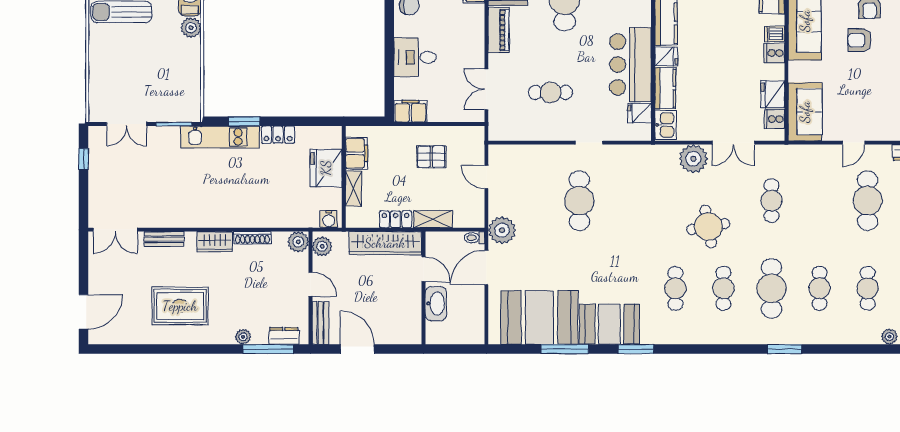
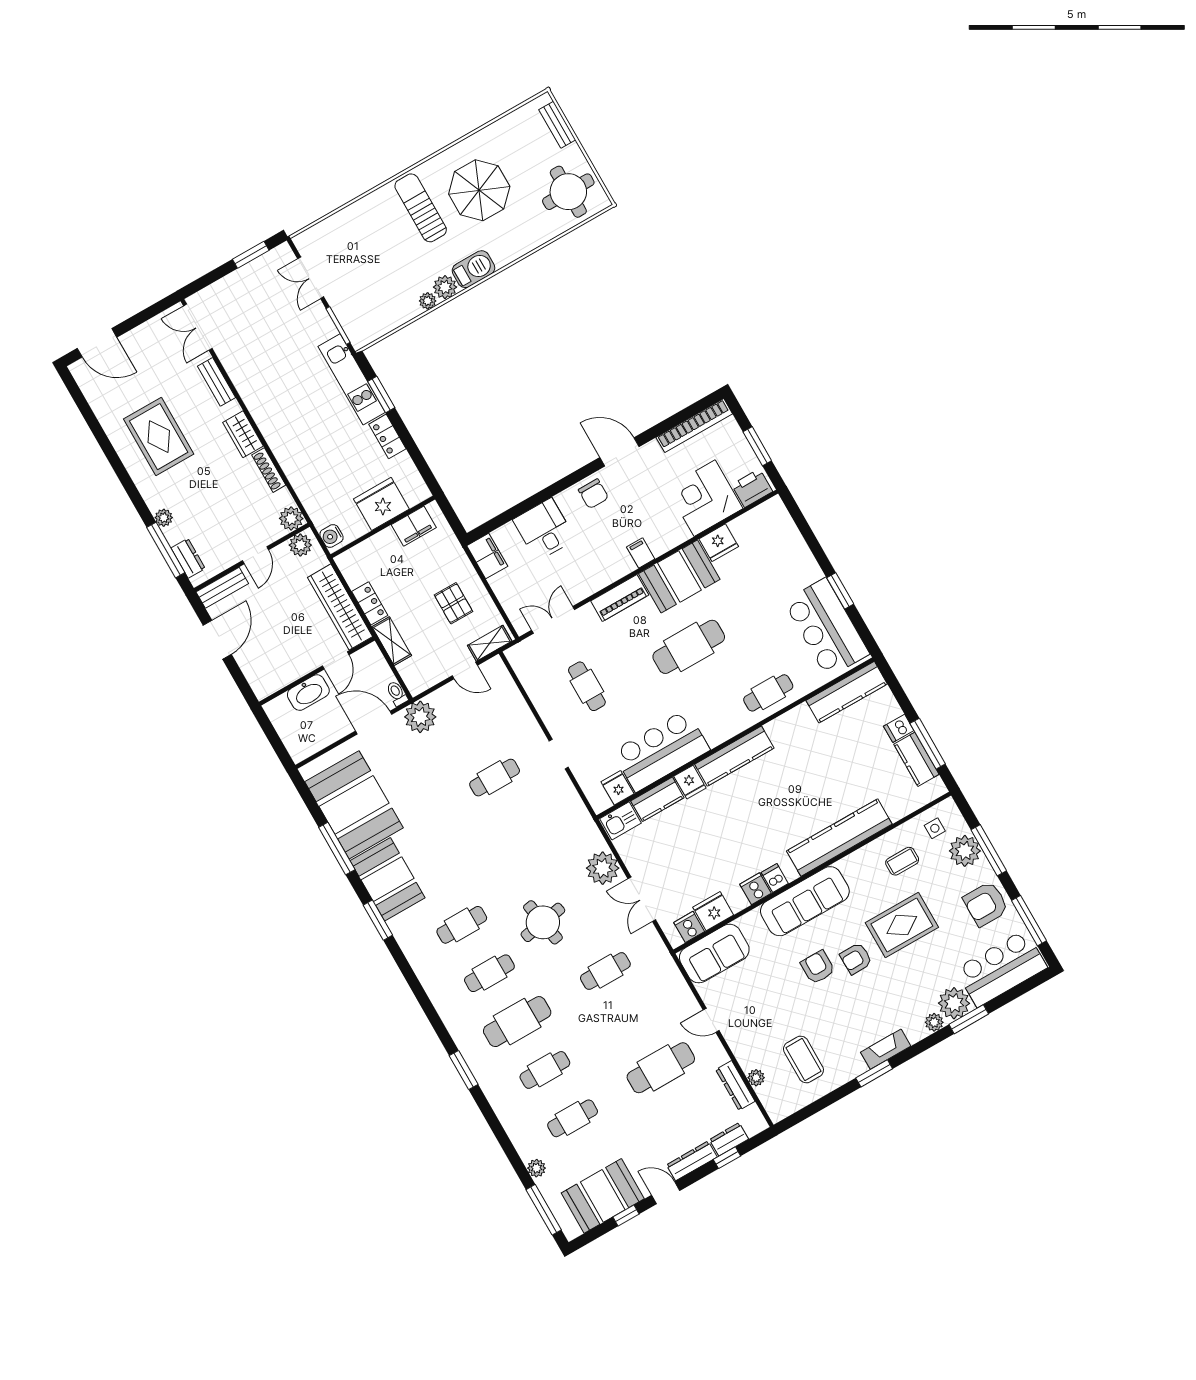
plant: (194, 47) -> (428, 301), added
window: (84, 159) -> (251, 255), width x1.50
door: (486, 177) -> (465, 670), swing flipped
shelving: (354, 189) -> (490, 643), moved
cafe table: (579, 201) -> (495, 778), width x0.73, depth x0.74

